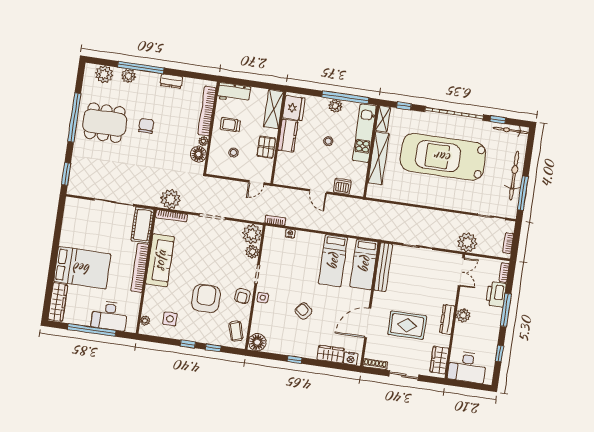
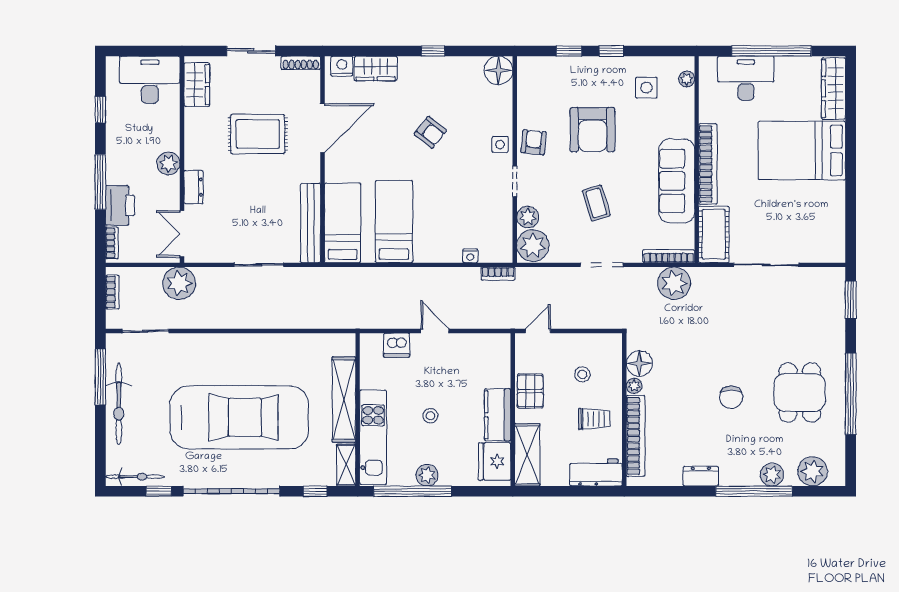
dining table: (105, 123) -> (800, 393), width x0.73
dresser: (447, 319) -> (193, 187), moved, width x0.70
coffee table: (236, 331) -> (596, 203), moved

